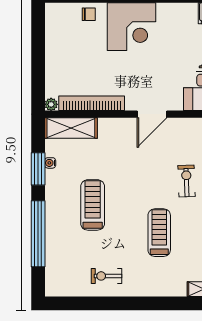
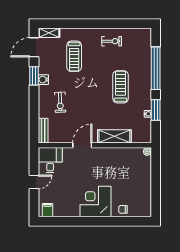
bookcase: (92, 103) -> (121, 152), removed
shelving: (71, 128) -> (114, 136), moved
treadmill: (93, 205) -> (121, 87), turned 180
treadmill: (159, 233) -> (74, 56), moved

